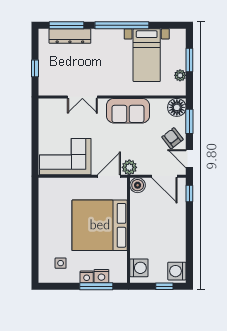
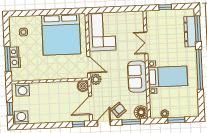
bed with nightstands: (147, 55) -> (168, 77), moved, turned 180
bed: (100, 225) -> (61, 34), moved, turned 180

